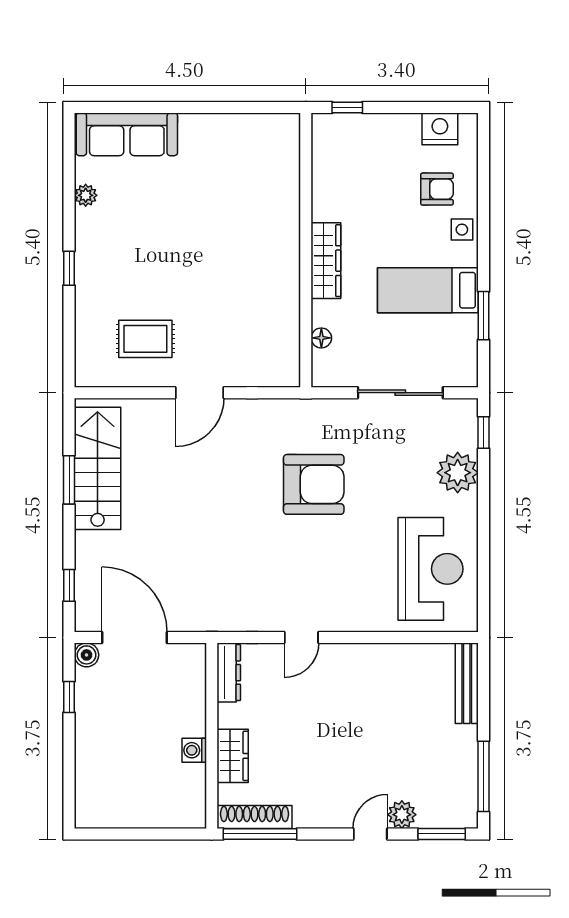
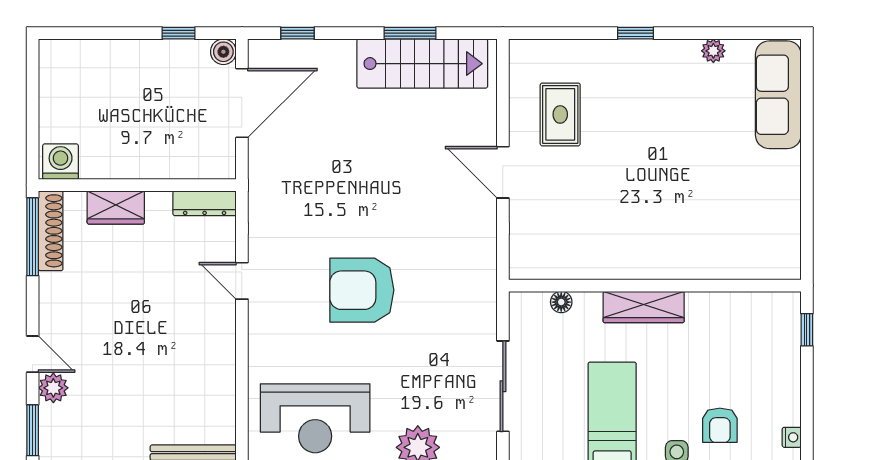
nightstand: (440, 129) -> (792, 437), width x0.53, depth x0.56
armchair: (314, 484) -> (362, 290), moved, turned 90
washing machine: (194, 750) -> (61, 162), moved, width x1.38, depth x1.38

